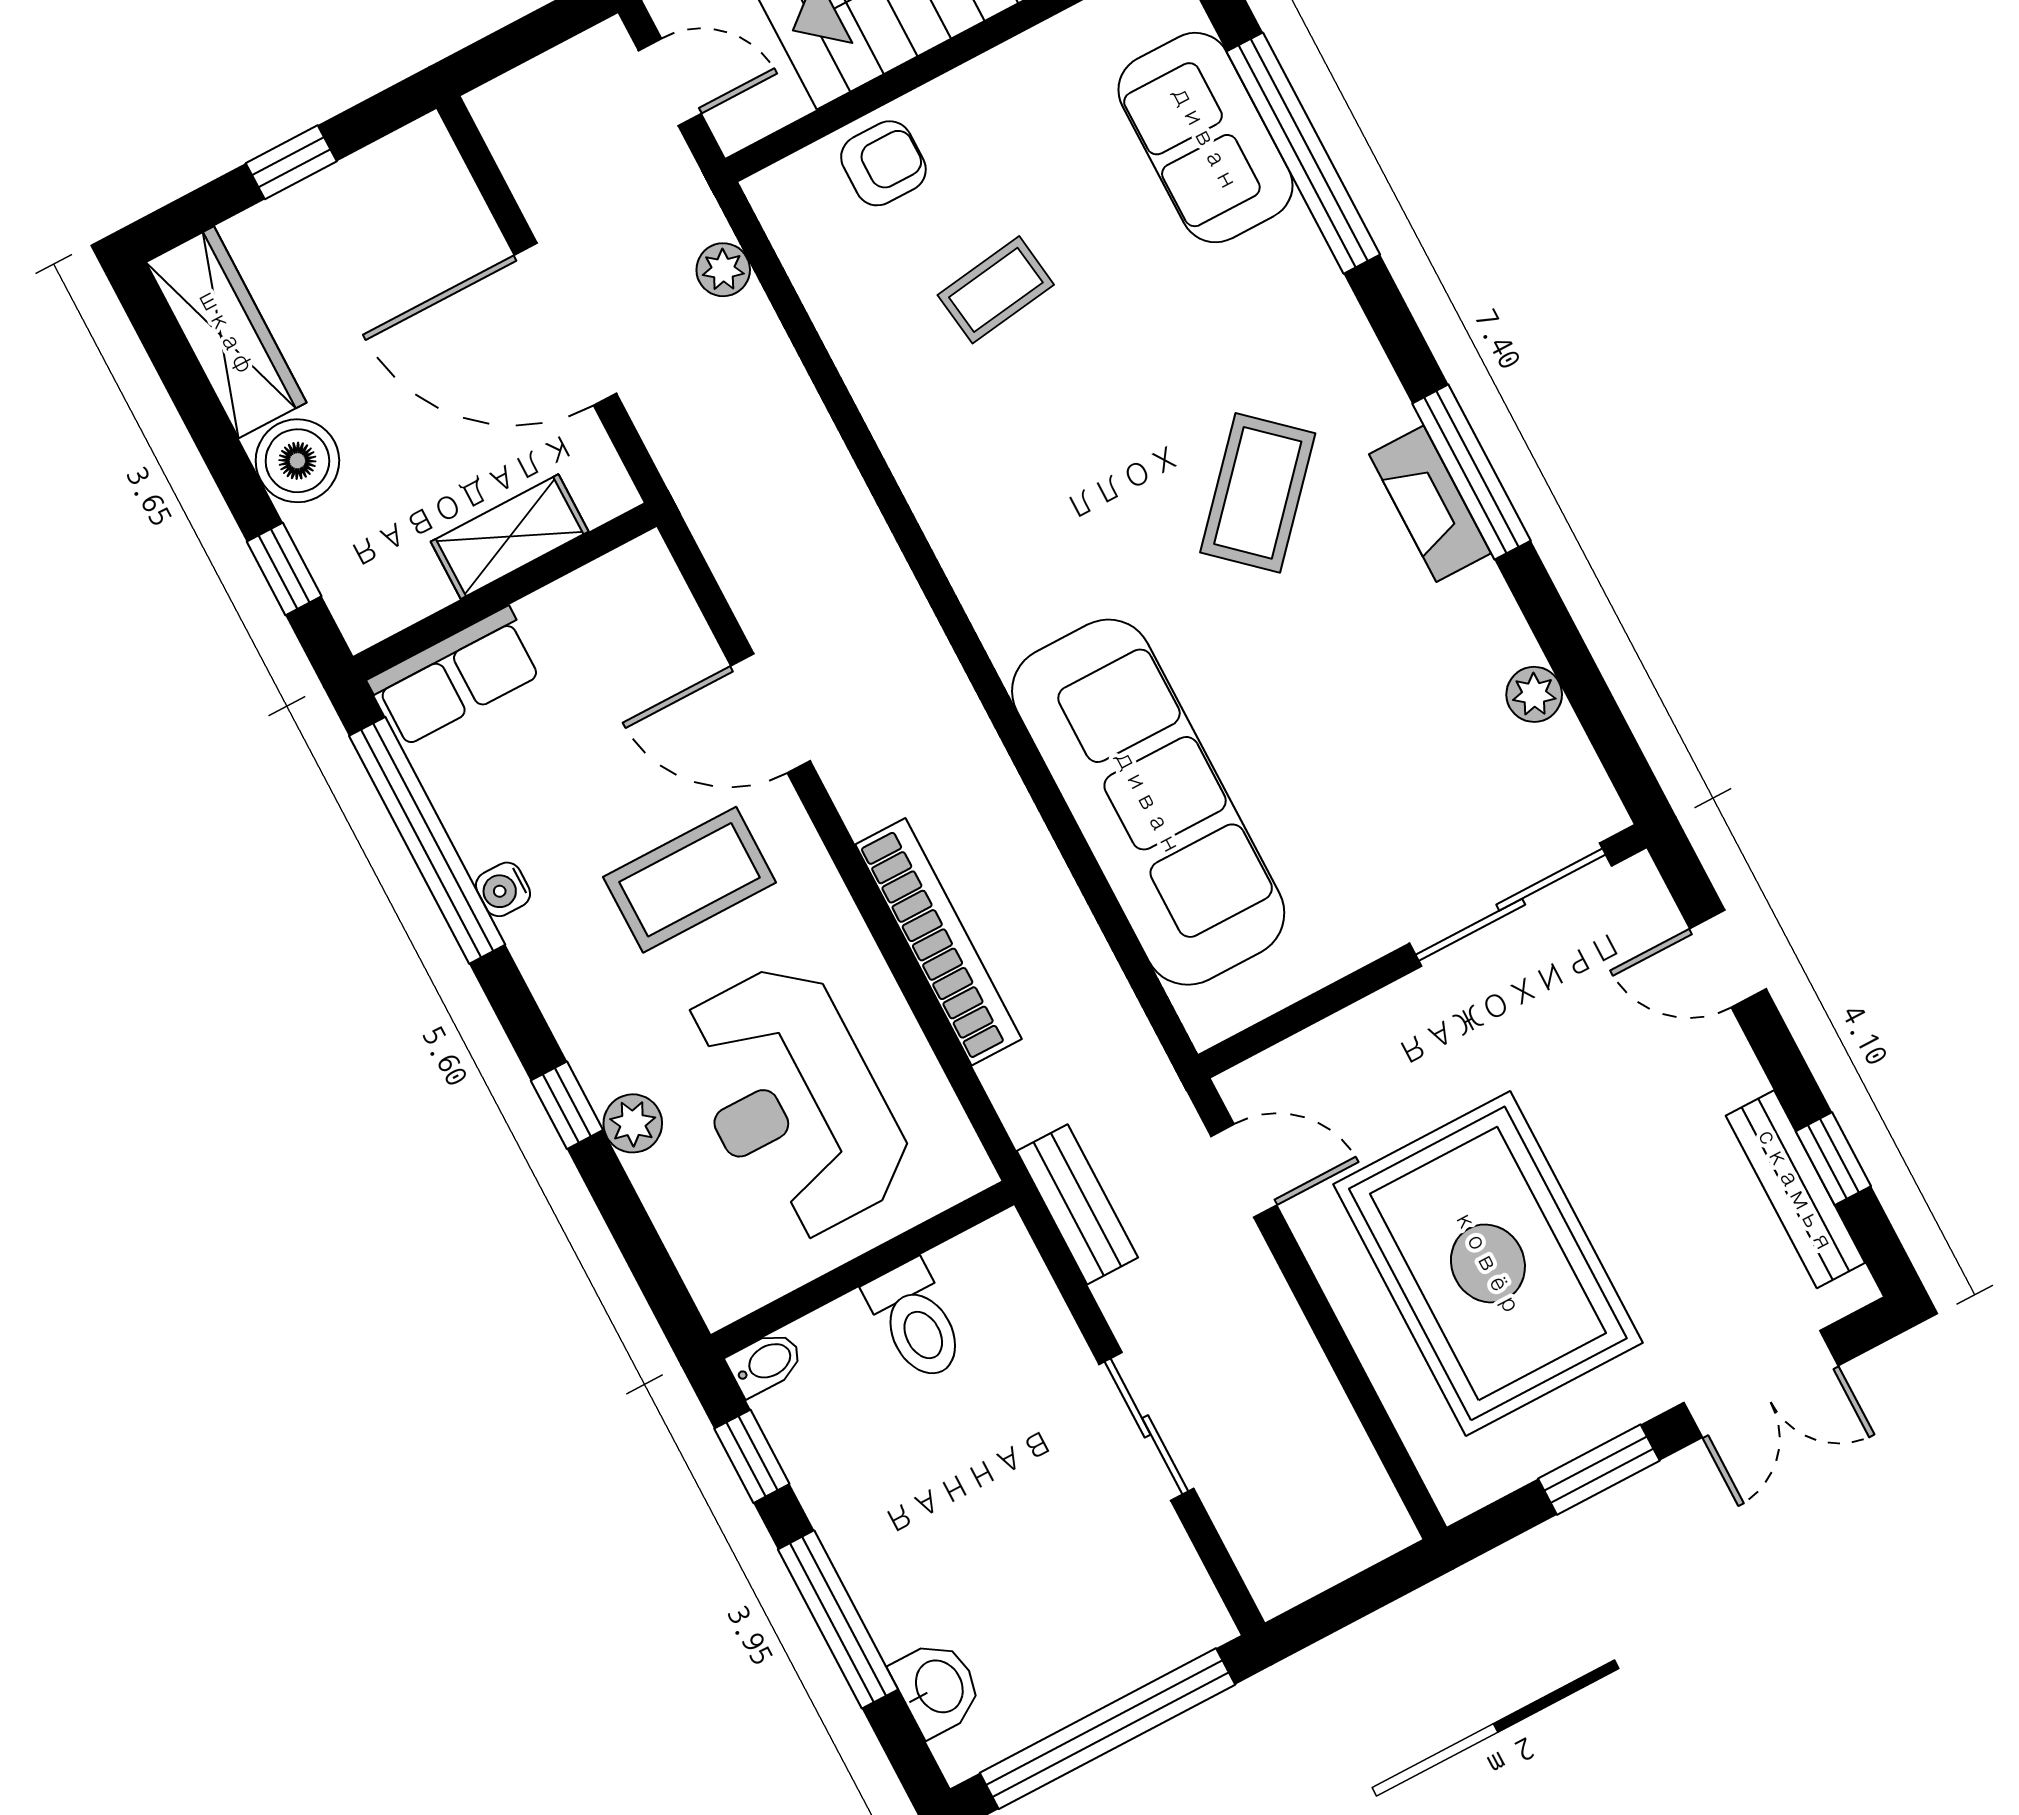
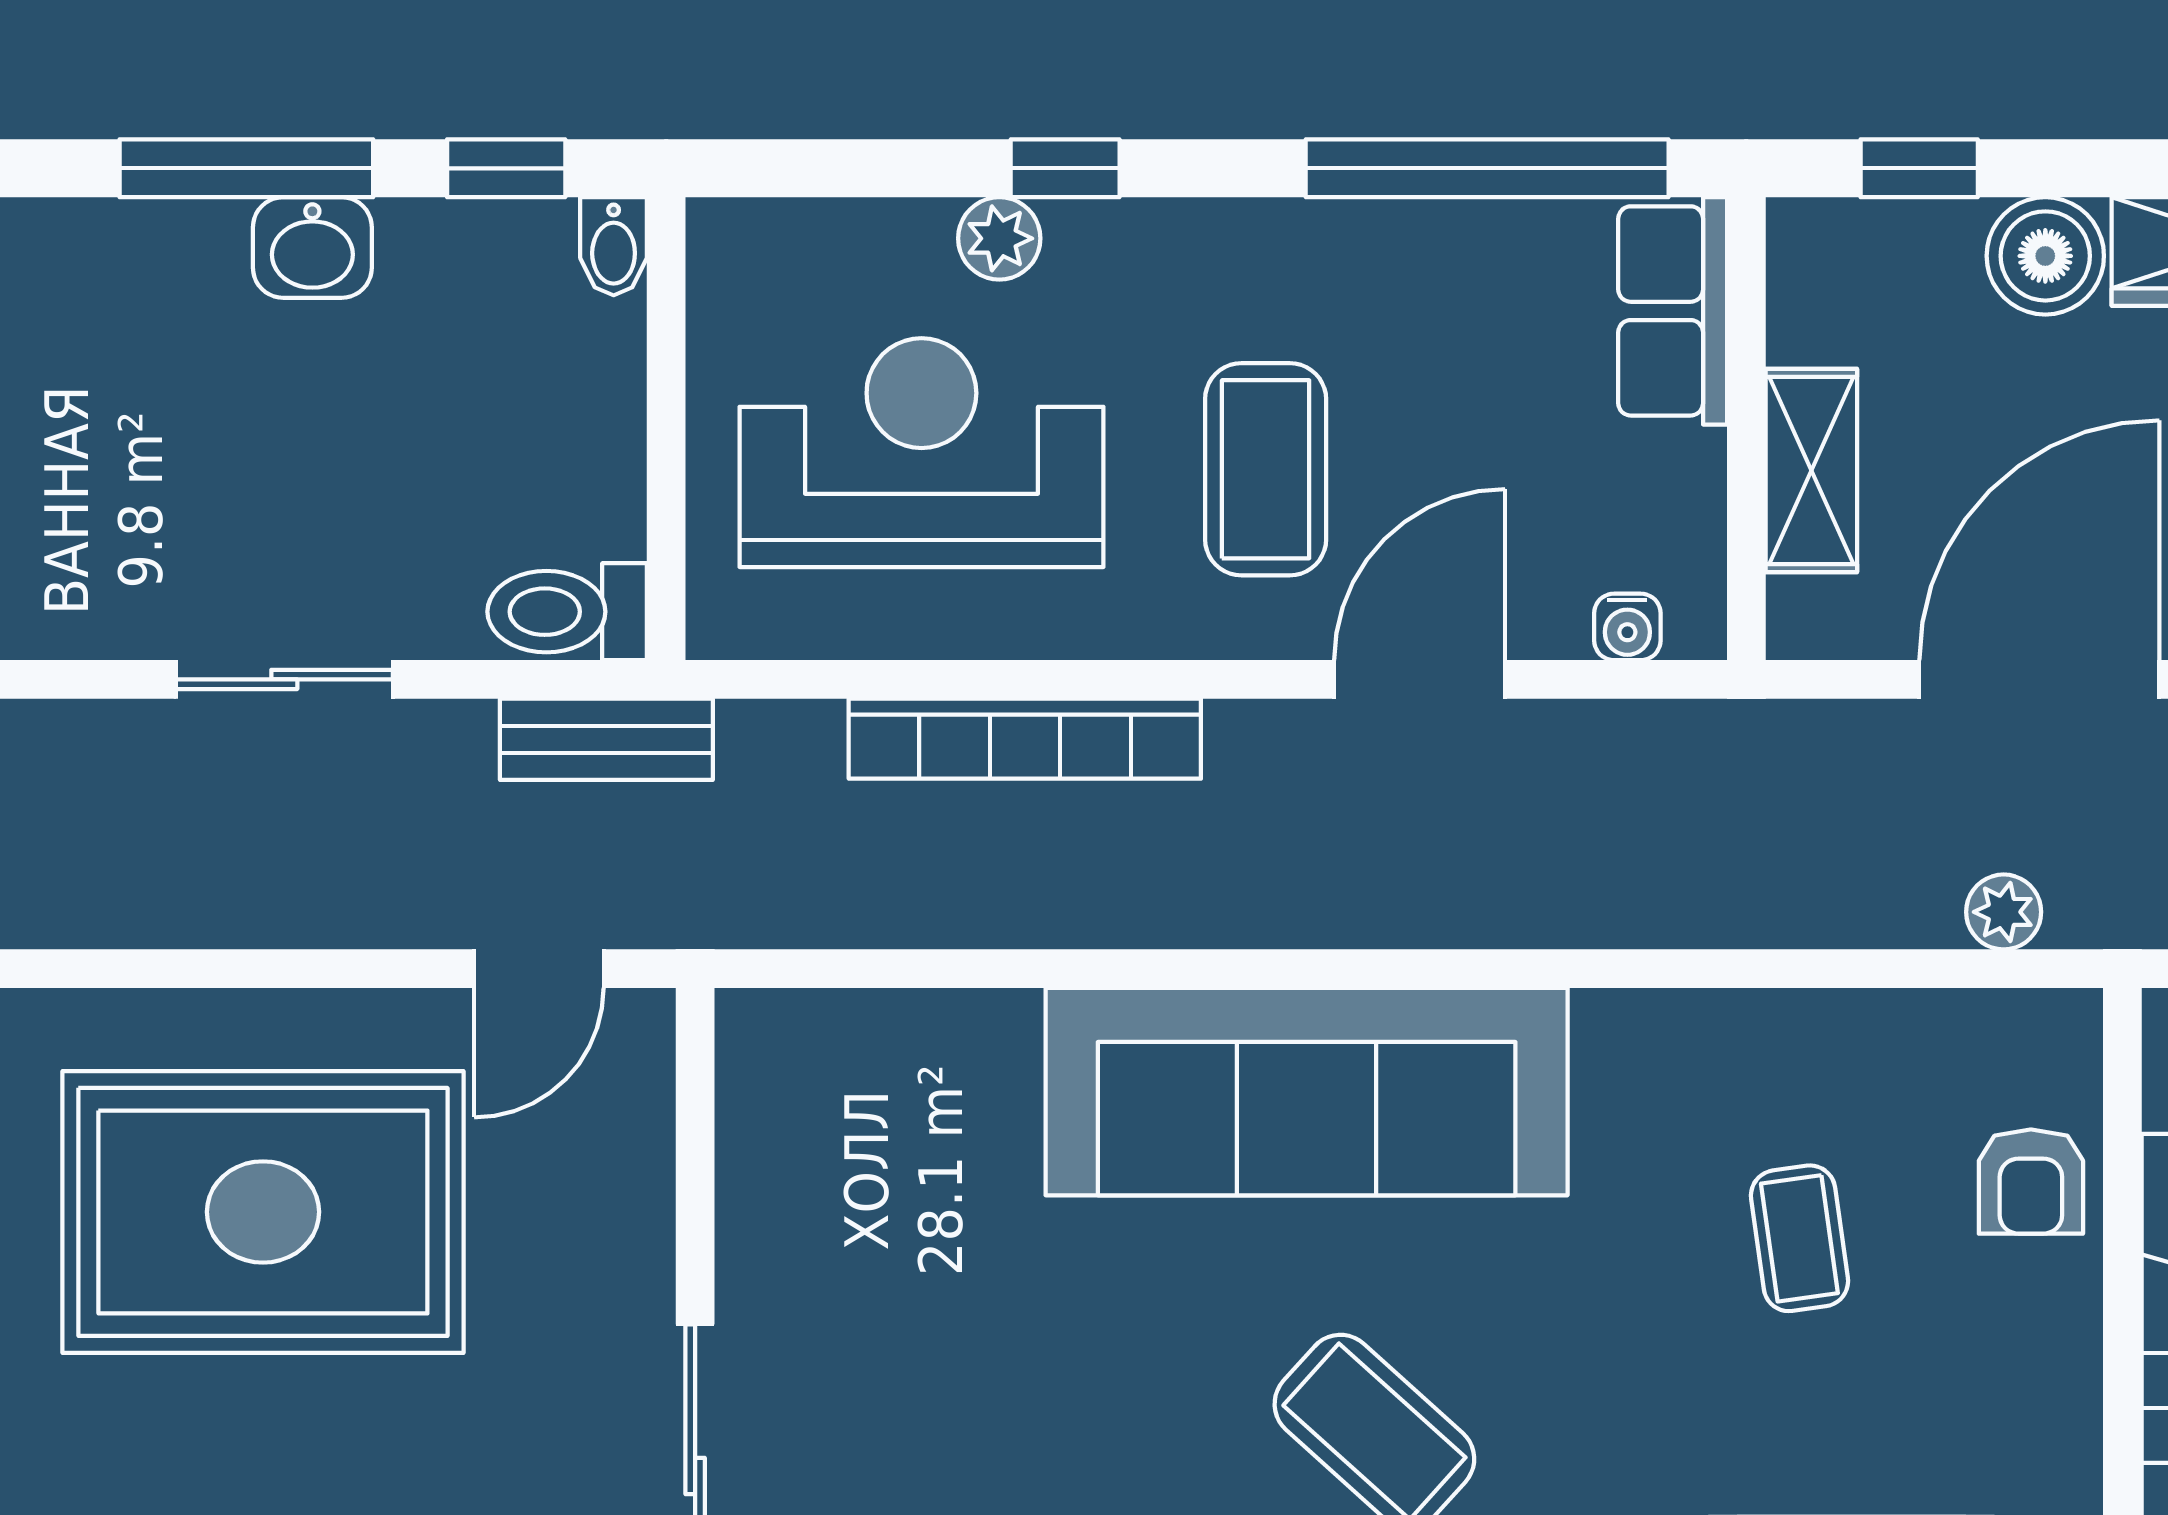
sofa: (1148, 802) -> (1307, 1092), moved
water cooler: (503, 889) -> (1627, 627), moved, turned 180
toilet: (916, 1321) -> (567, 612), moved
washbasin: (937, 1687) -> (312, 247), moved

